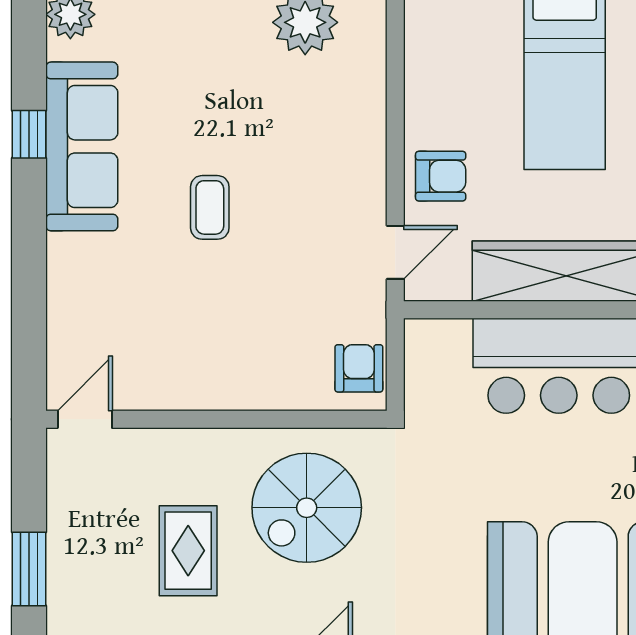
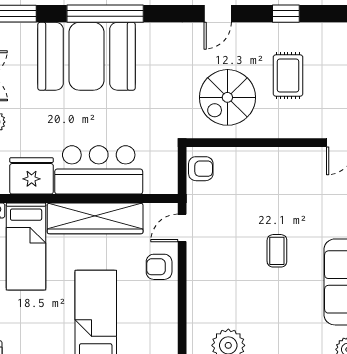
armchair: (359, 368) -> (201, 169), turned -90
spiral stairs: (307, 508) -> (227, 97), turned 180

